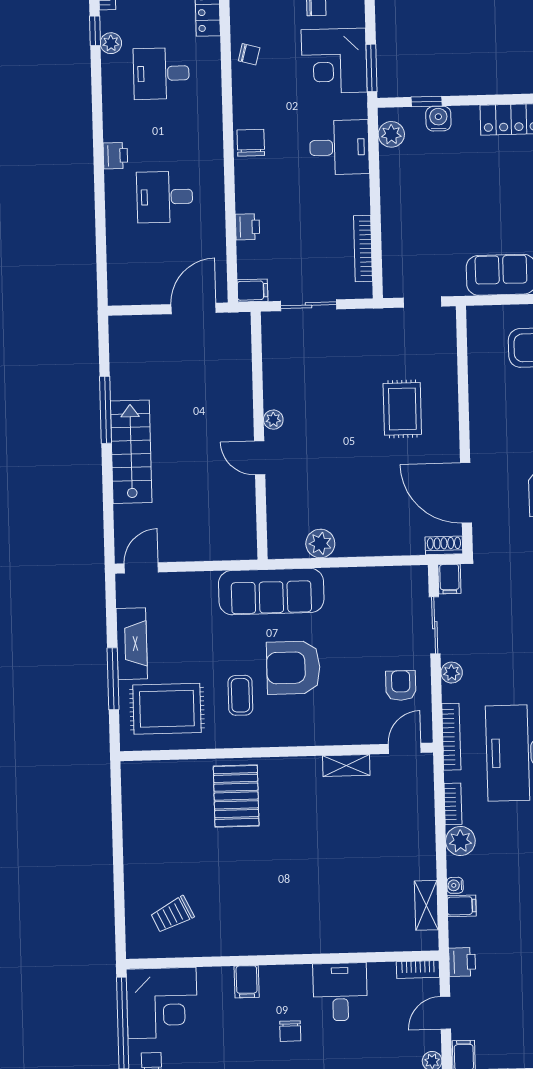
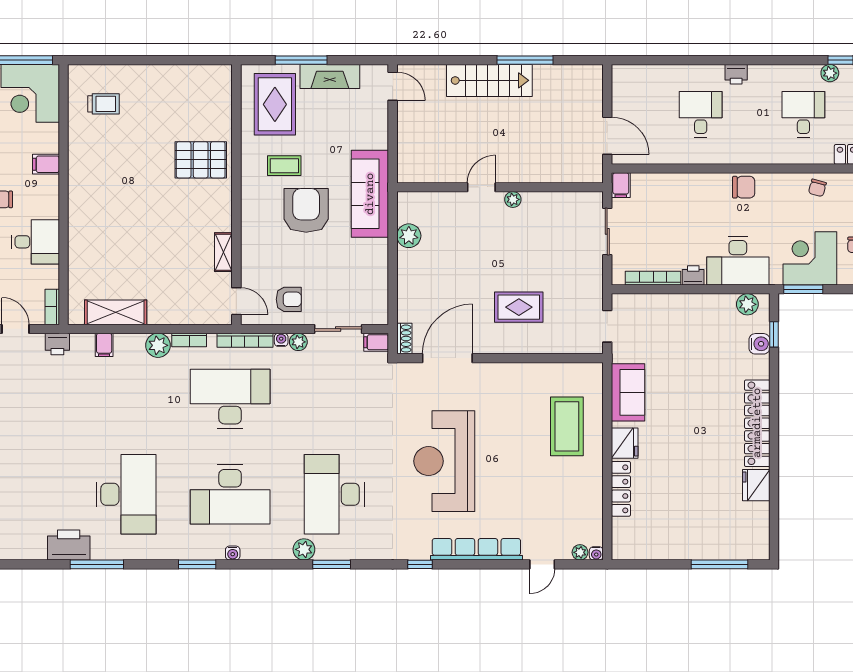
desk: (339, 147) -> (738, 261), width x1.37
printer: (247, 227) -> (693, 275), moved, turned 180
water cooler: (455, 885) -> (281, 340), moved
shelving: (426, 905) -> (116, 312), width x1.50, depth x1.33
trolley: (172, 915) -> (103, 104), turned 116

